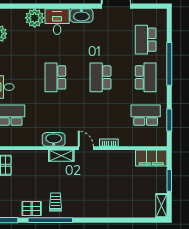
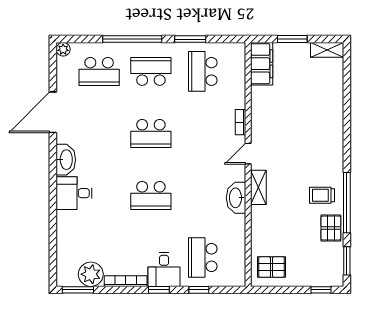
plant: (35, 18) -> (63, 49), moved, width x0.53, depth x0.53
window: (169, 120) -> (190, 39), moved

